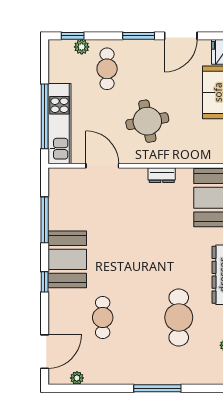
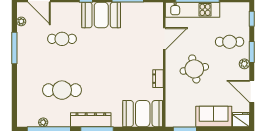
window: (139, 36) -> (252, 52), moved
plant: (82, 47) -> (244, 64), moved
window: (157, 388) -> (14, 48), moved

